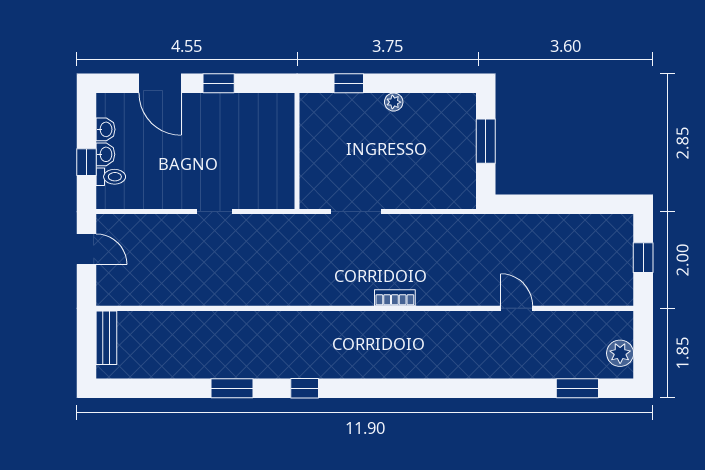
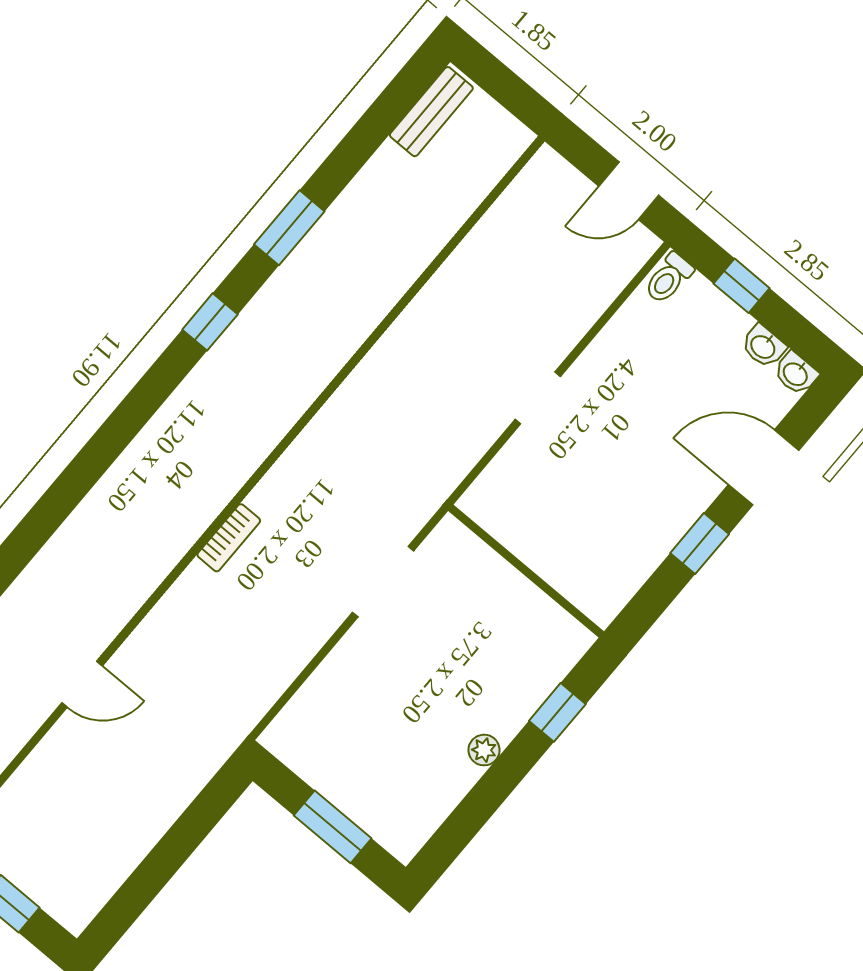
washbasin: (105, 154) -> (796, 373), moved
toilet: (111, 177) -> (669, 278), moved
bench: (106, 338) -> (431, 112), moved, turned 90

